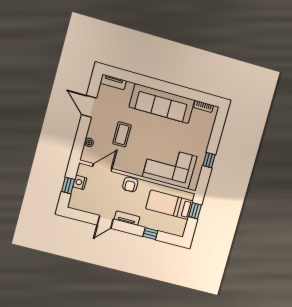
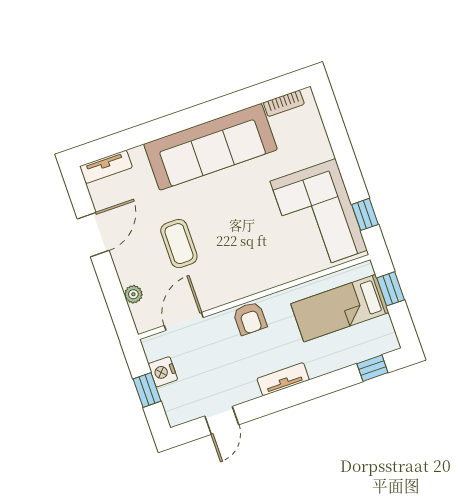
door: (89, 106) -> (93, 235), swing flipped
window: (209, 160) -> (365, 214), moved
corner sofa: (170, 167) -> (319, 216), moved, turned -90
door: (105, 222) -> (222, 420), moved
window: (150, 234) -> (372, 368), moved

